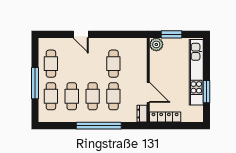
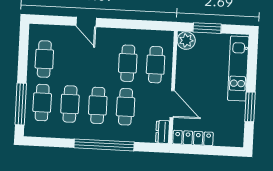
cafe table: (134, 64) -> (156, 65), added
kitchen unit: (196, 72) -> (238, 69), width x0.73
window: (35, 83) -> (21, 104), moved

